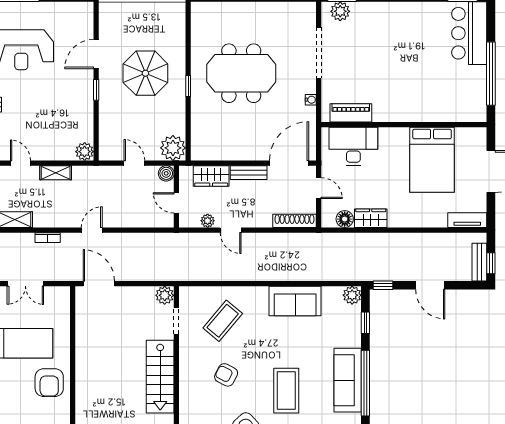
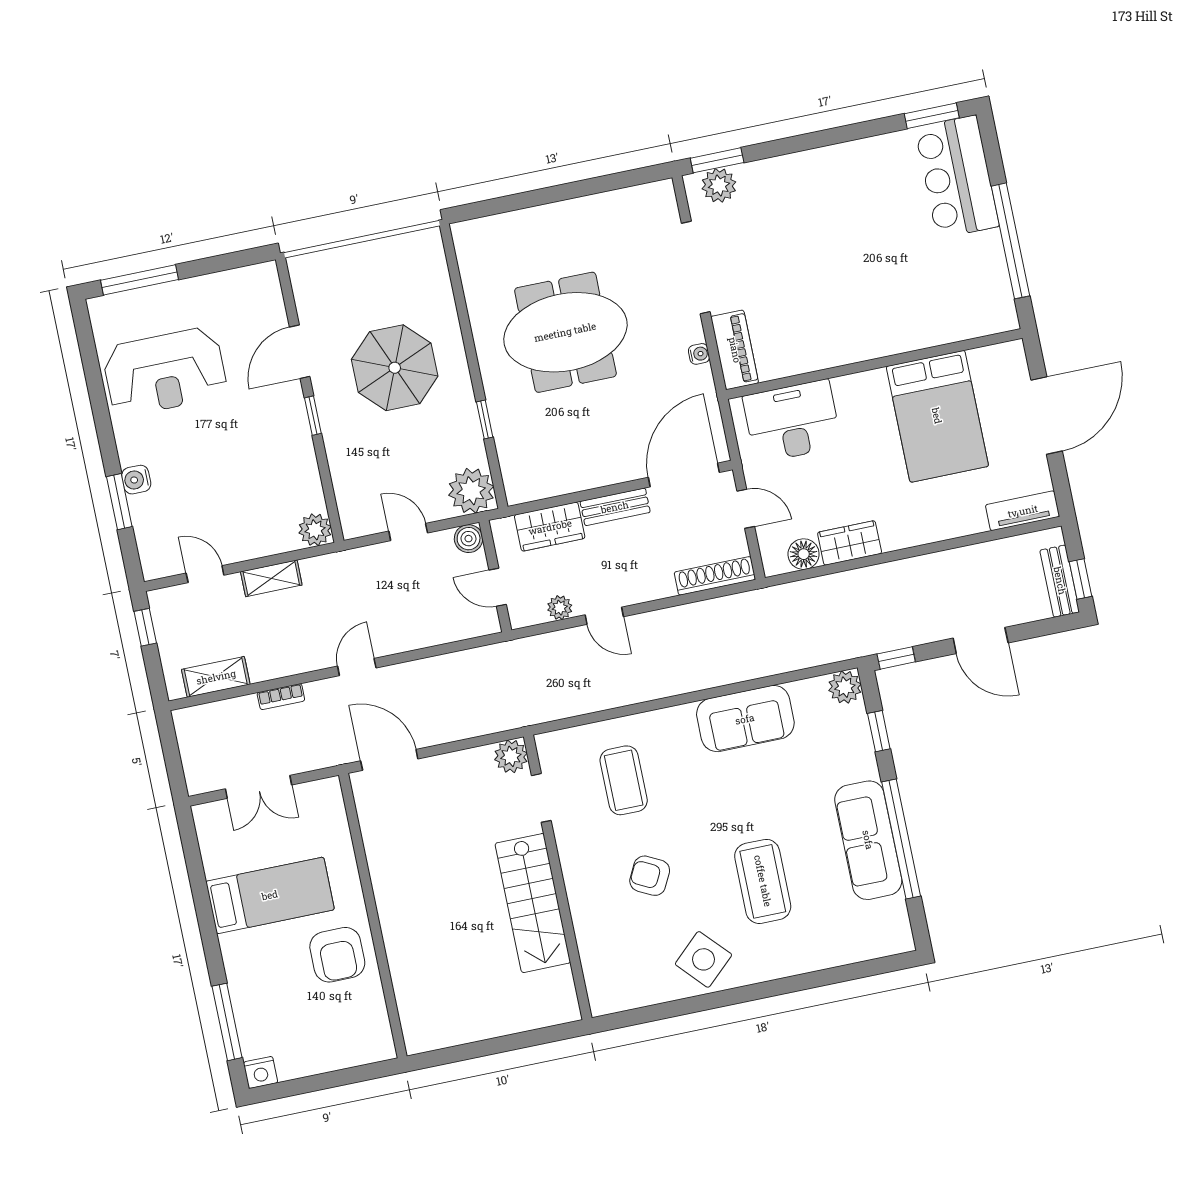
window: (188, 86) -> (485, 420), moved
piano: (351, 113) -> (735, 350), moved, turned 90
coffee table: (223, 321) -> (624, 780), turned -40

